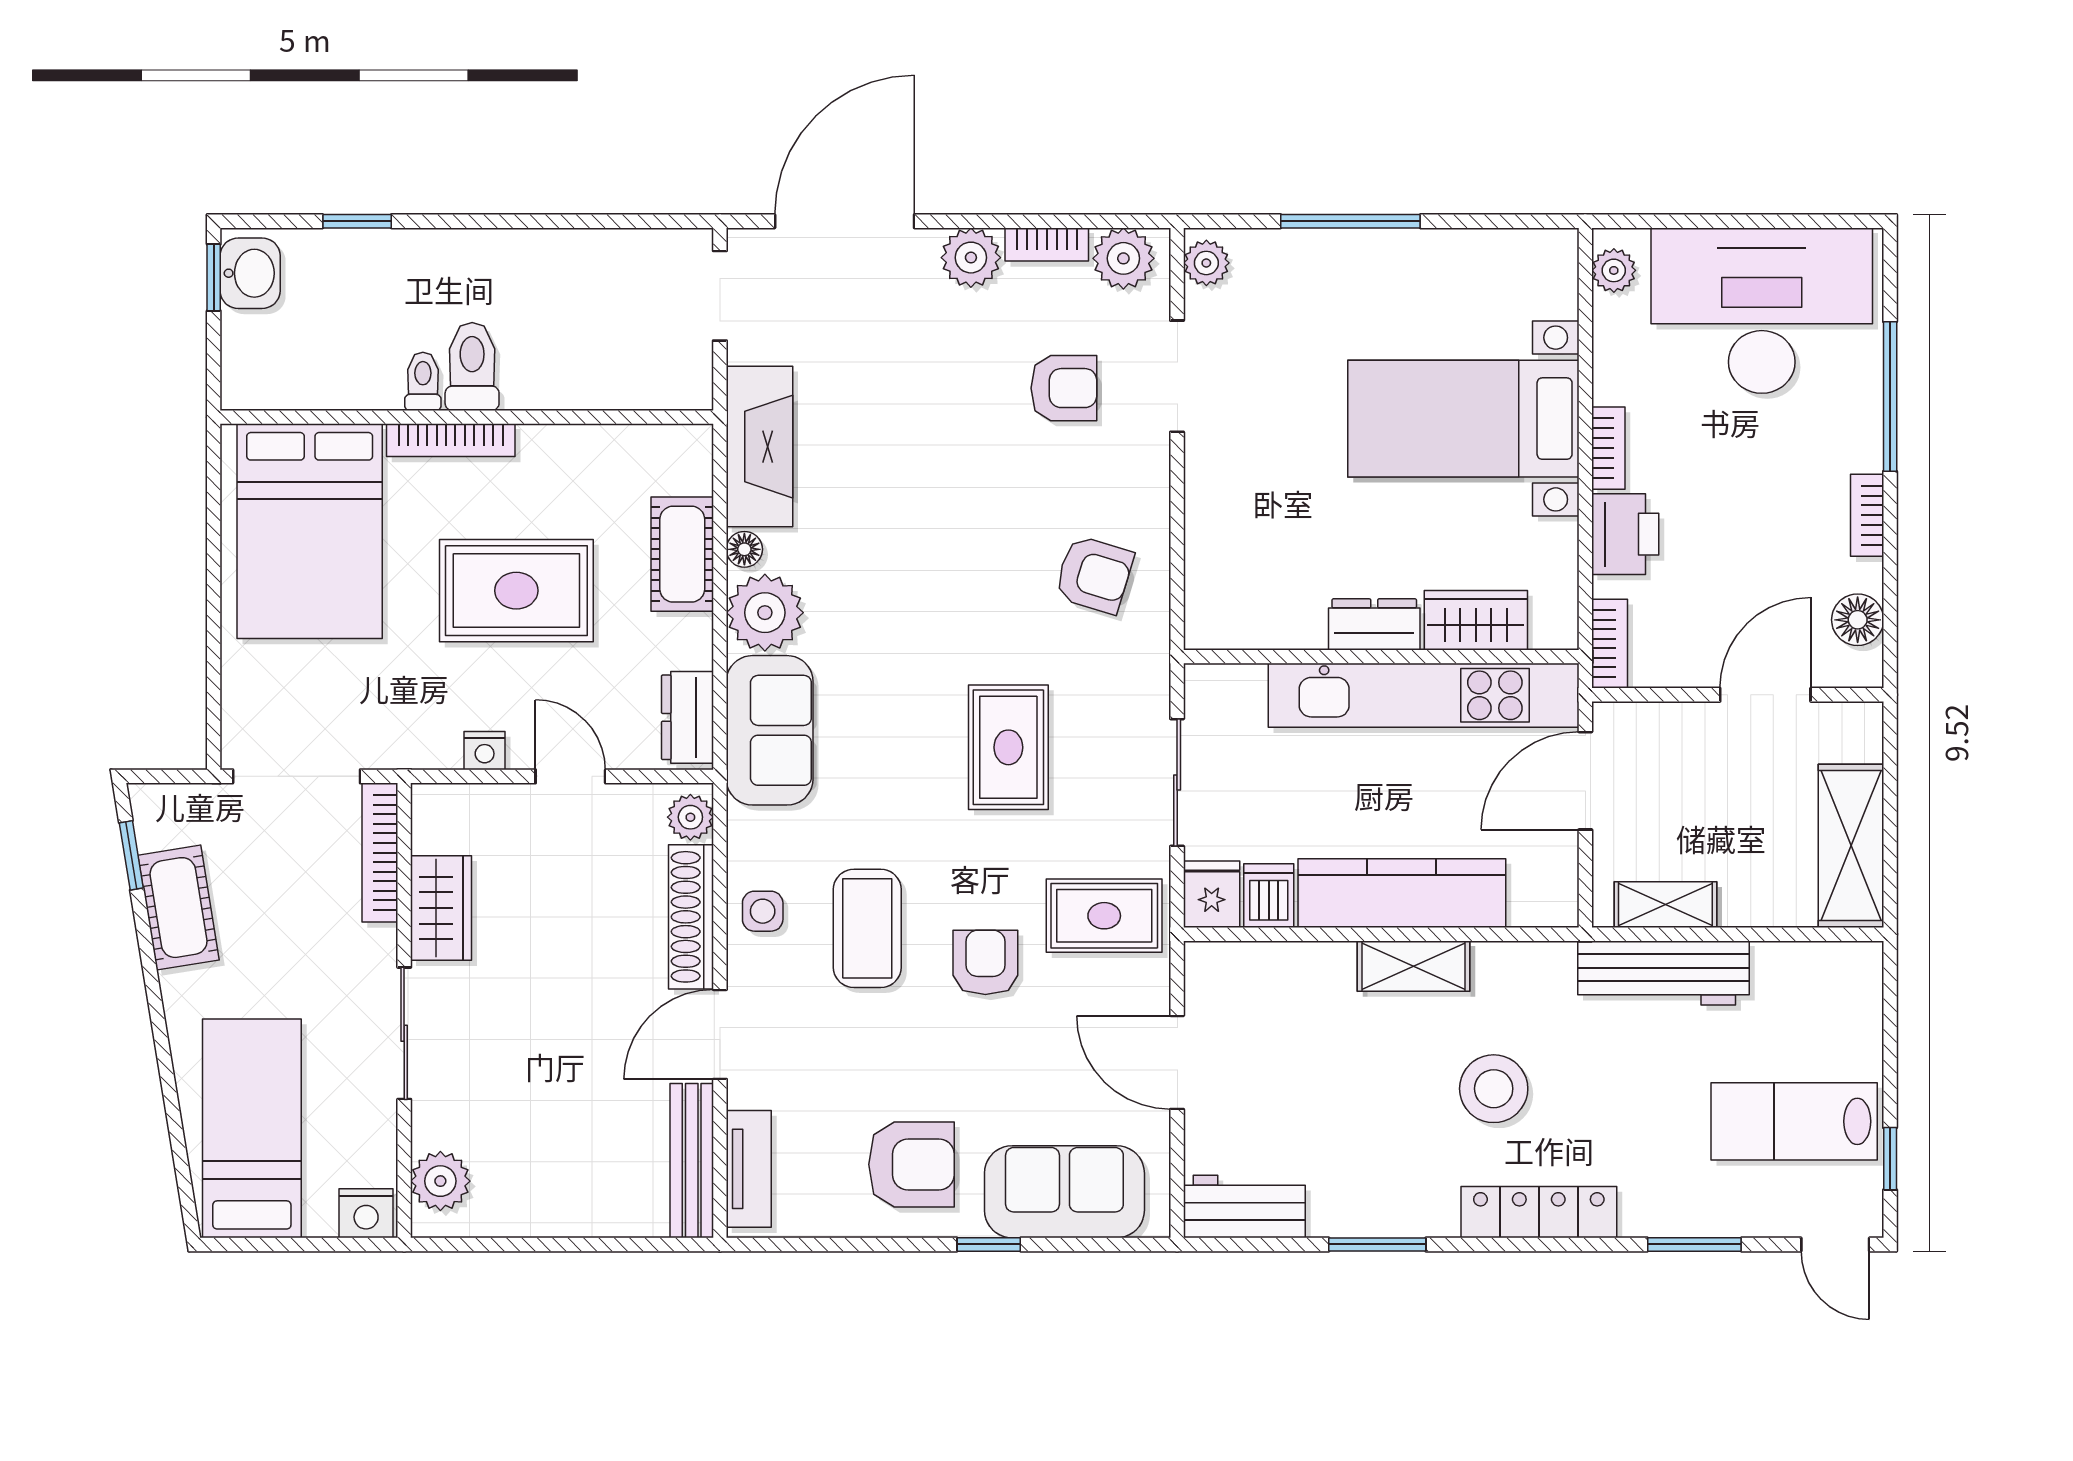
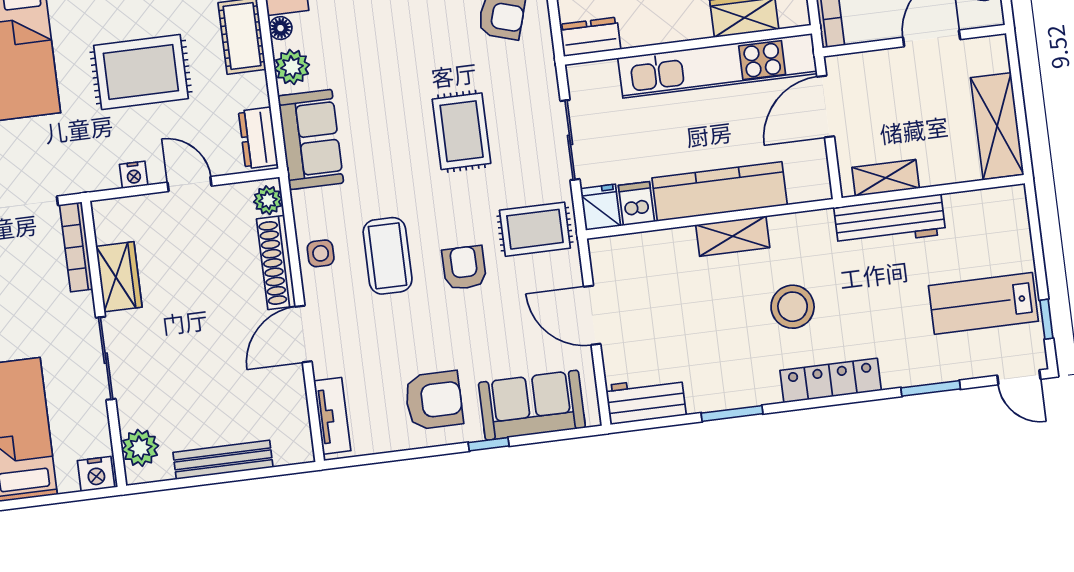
plant: (765, 613) -> (292, 67), width x0.73, depth x0.73
dresser: (1374, 624) -> (590, 37), moved
bench: (692, 1161) -> (223, 460), moved, turned 90

